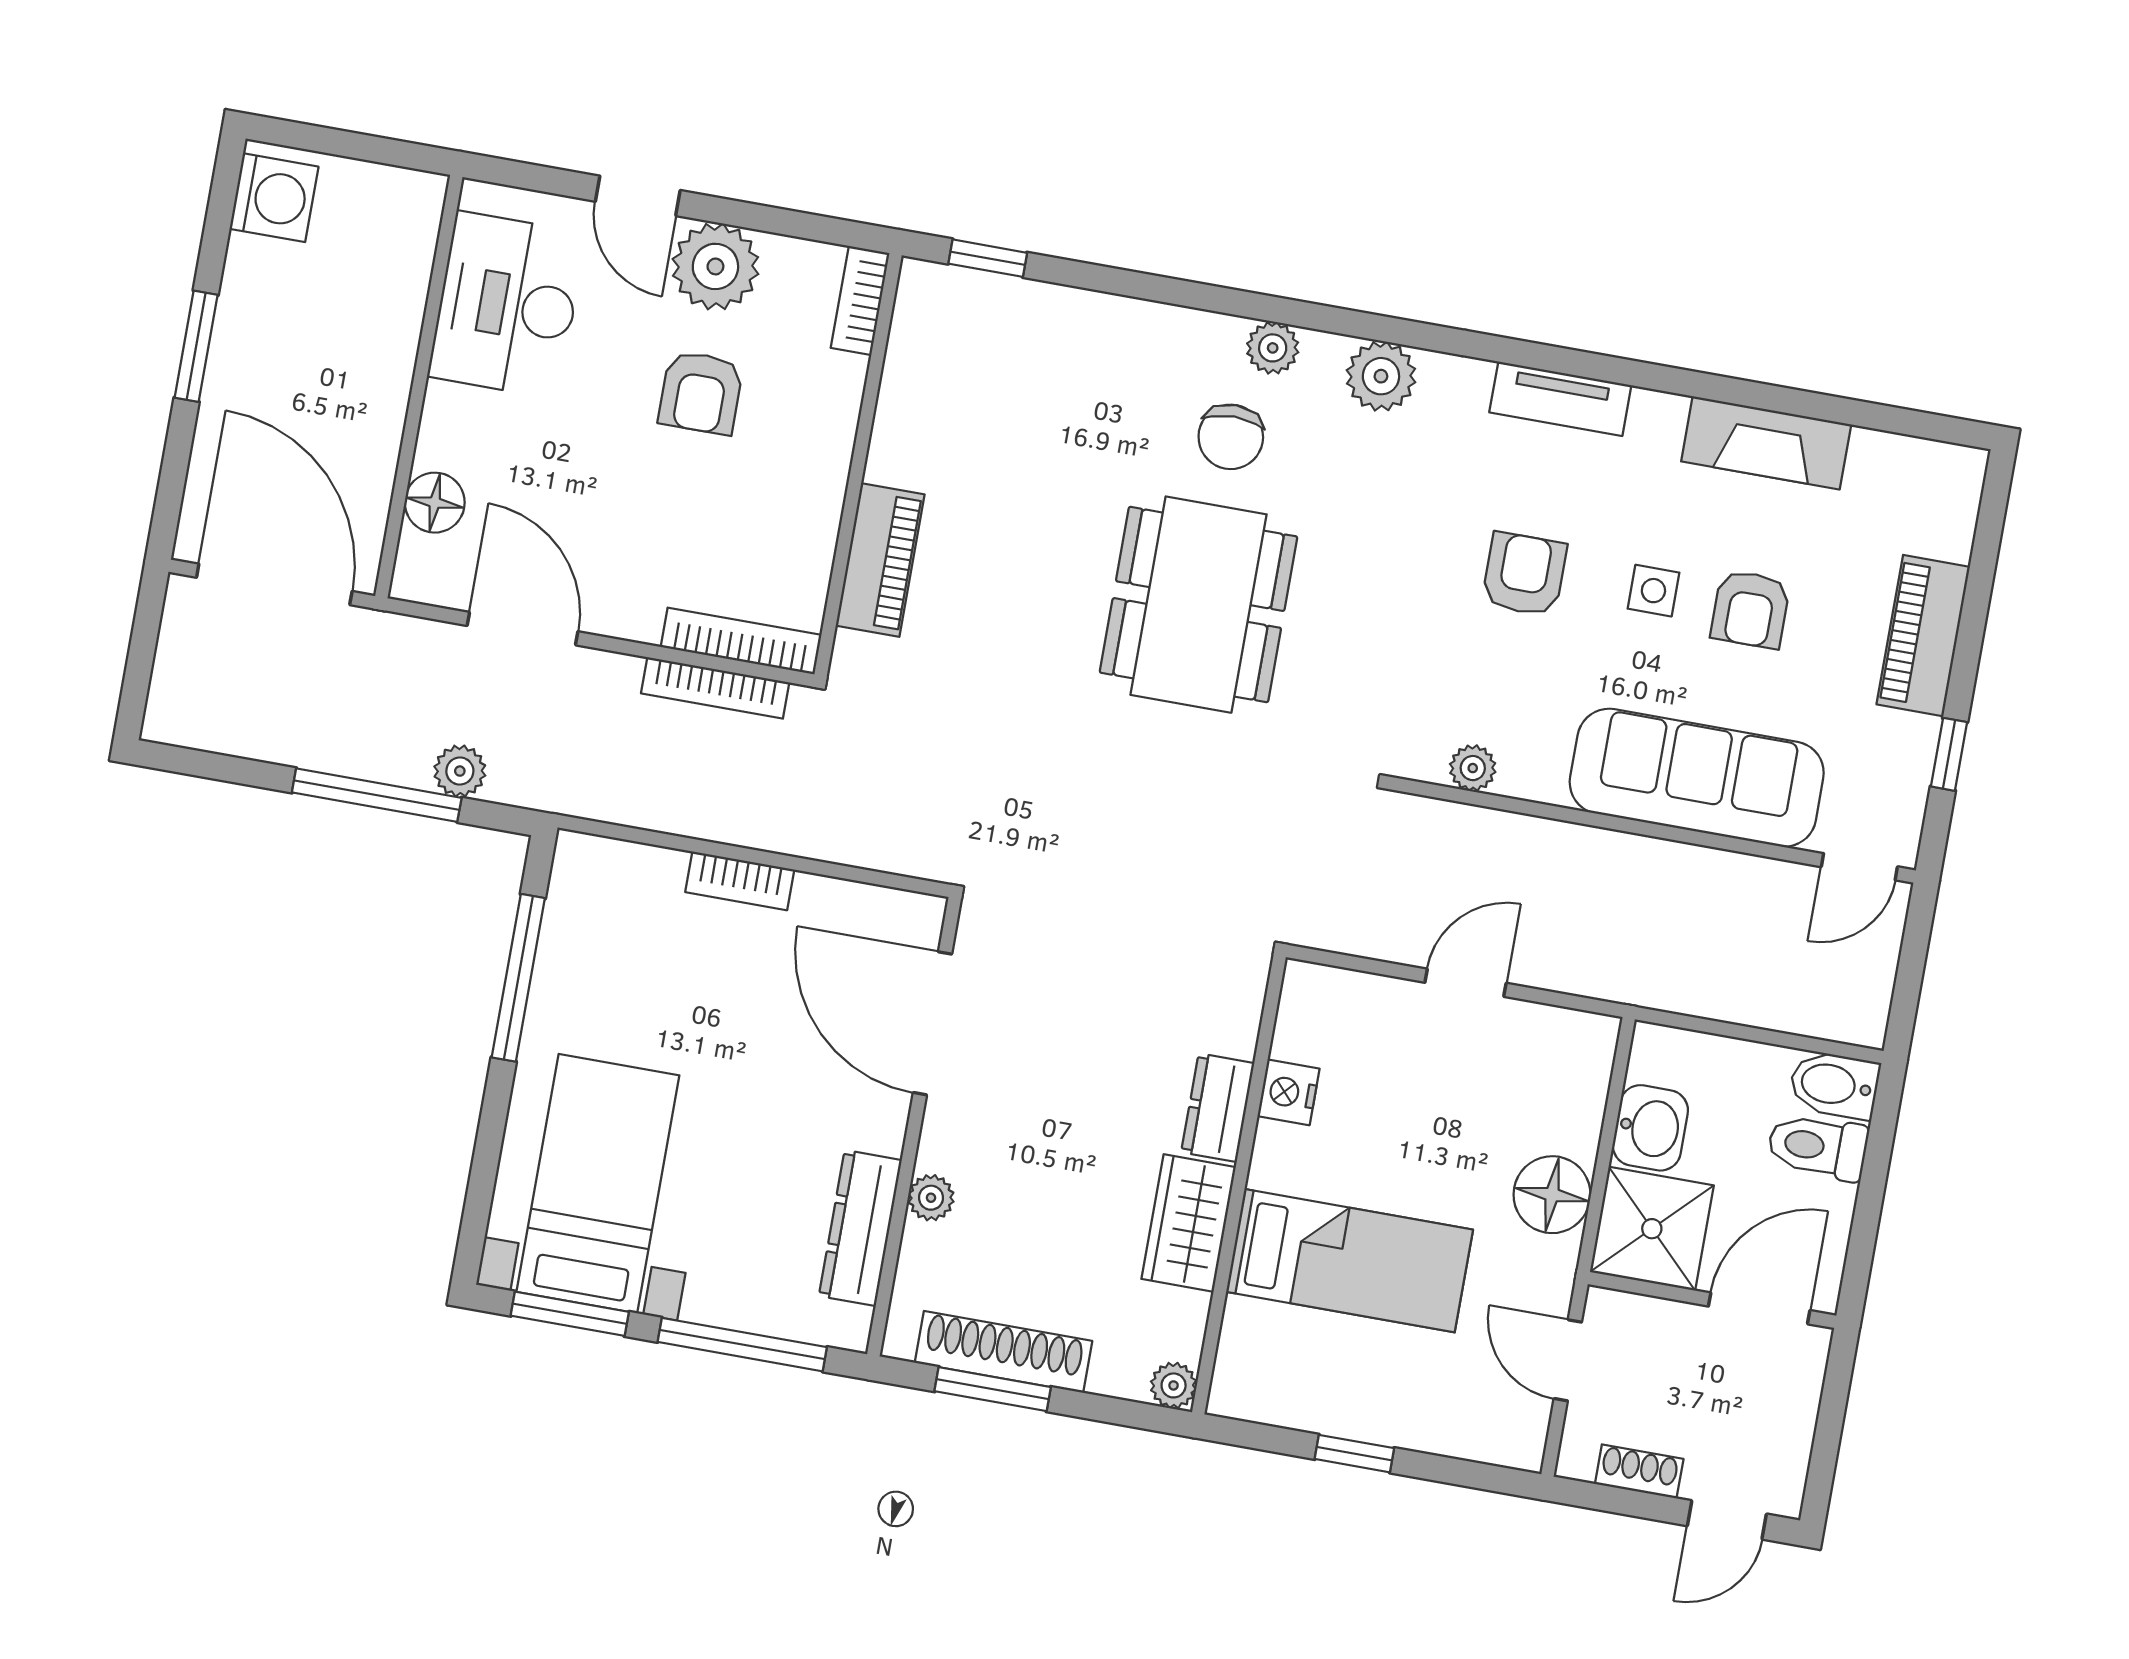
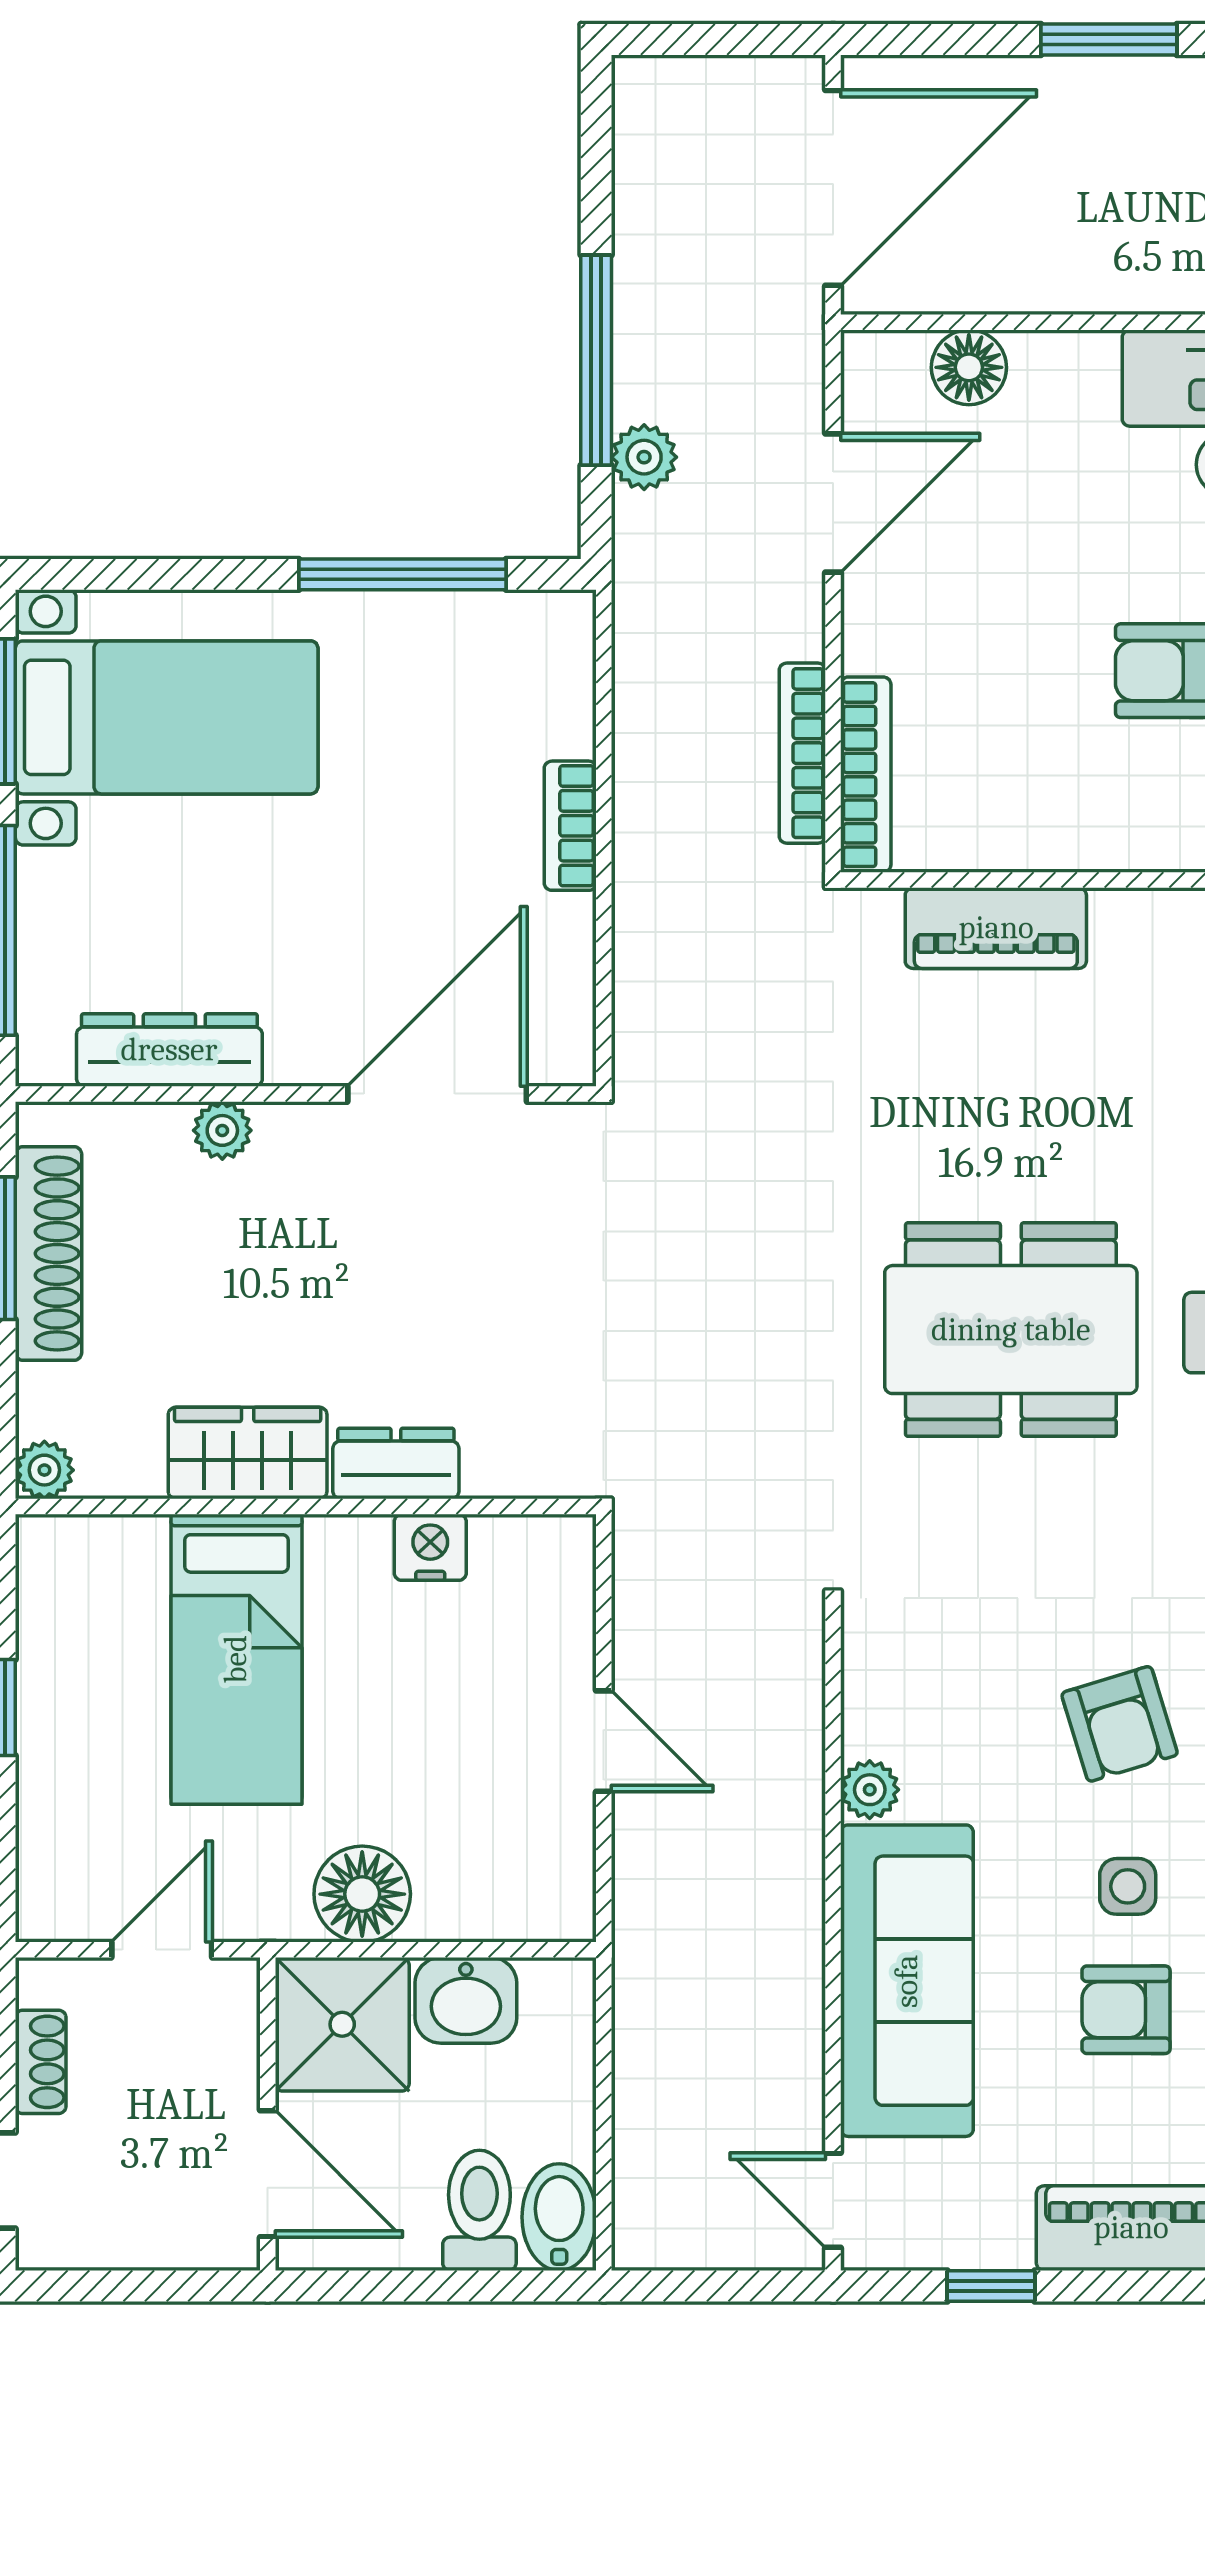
armchair: (1524, 574) -> (1120, 1724), turned 73
plant: (1473, 768) -> (870, 1790), moved

